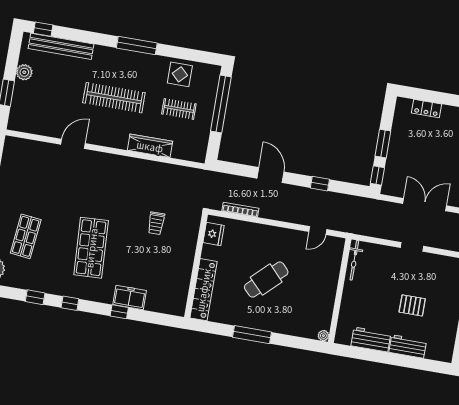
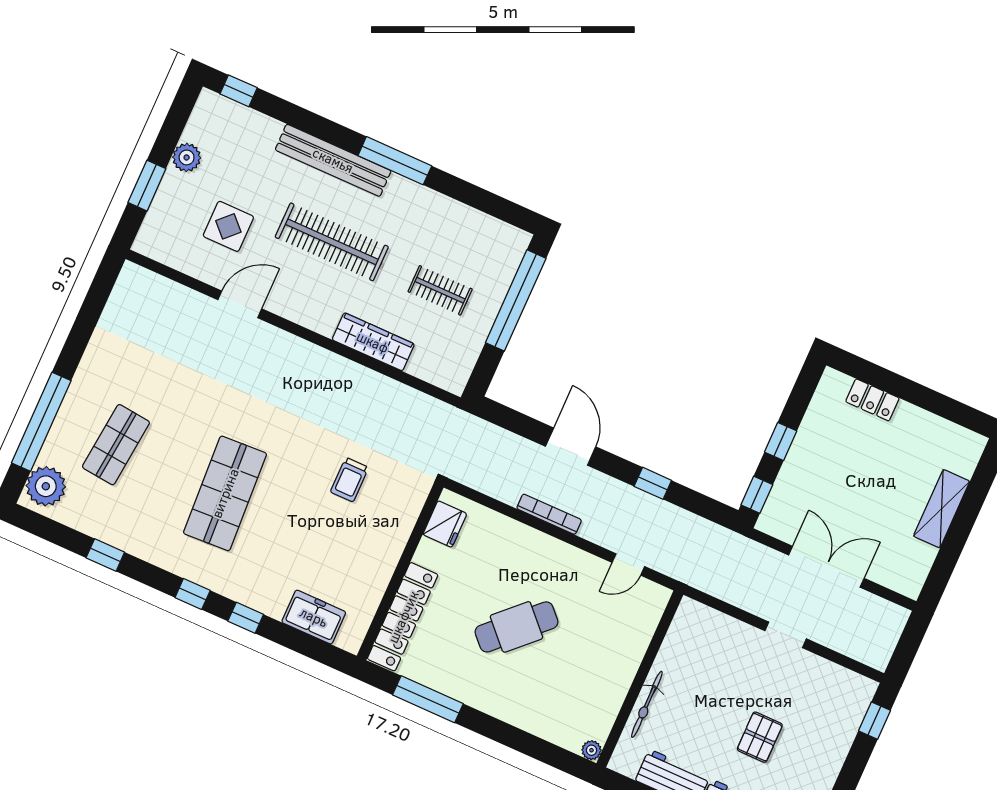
bench: (61, 46) -> (333, 160), moved
display table: (180, 74) -> (228, 226), moved
window: (383, 144) -> (781, 442), width x0.67
bookcase: (240, 210) -> (549, 514), moved
bicycle: (354, 260) -> (647, 704), moved
freezer: (130, 297) -> (314, 617), moved
window: (70, 303) -> (193, 594), moved
pallet: (412, 305) -> (760, 737), turned 90
window: (252, 335) -> (428, 699), moved

